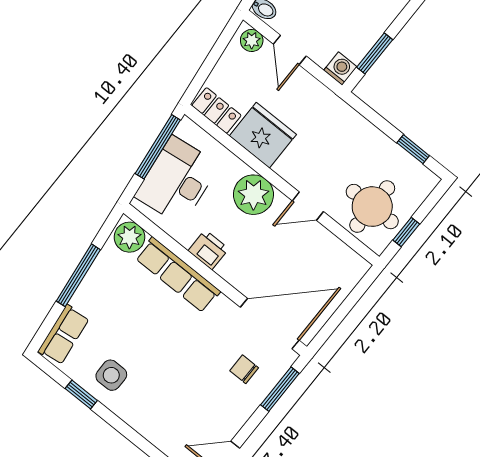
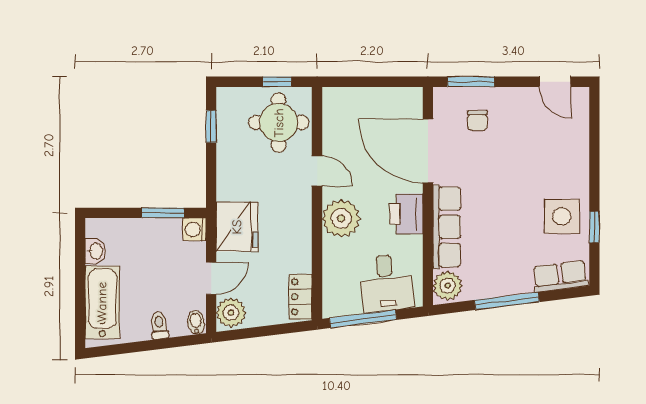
plant: (252, 40) -> (231, 313), width x1.38, depth x1.38
fridge: (263, 135) -> (237, 227), moved, turned 180
desk: (177, 181) -> (386, 283), width x0.73
printer: (208, 250) -> (406, 214), width x1.36, depth x1.24
door: (270, 324) -> (428, 151), moved
side table: (111, 375) -> (562, 216), width x1.37, depth x1.37

